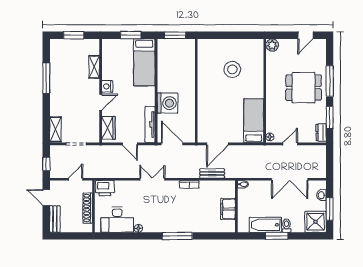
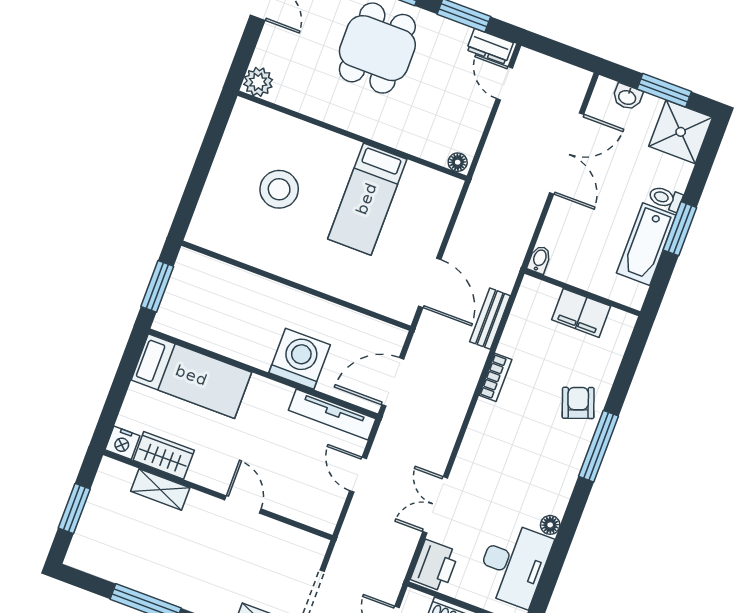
window: (131, 35) -> (121, 384), removed
nightstand: (107, 86) -> (122, 443), moved
bed: (254, 121) -> (367, 199), moved, turned -90
wardrobe: (108, 128) -> (164, 455), moved
door: (130, 144) -> (358, 475), swing flipped
door: (290, 144) -> (504, 83), moved
double door: (152, 179) -> (435, 505), moved
armchair: (191, 221) -> (578, 403), added

